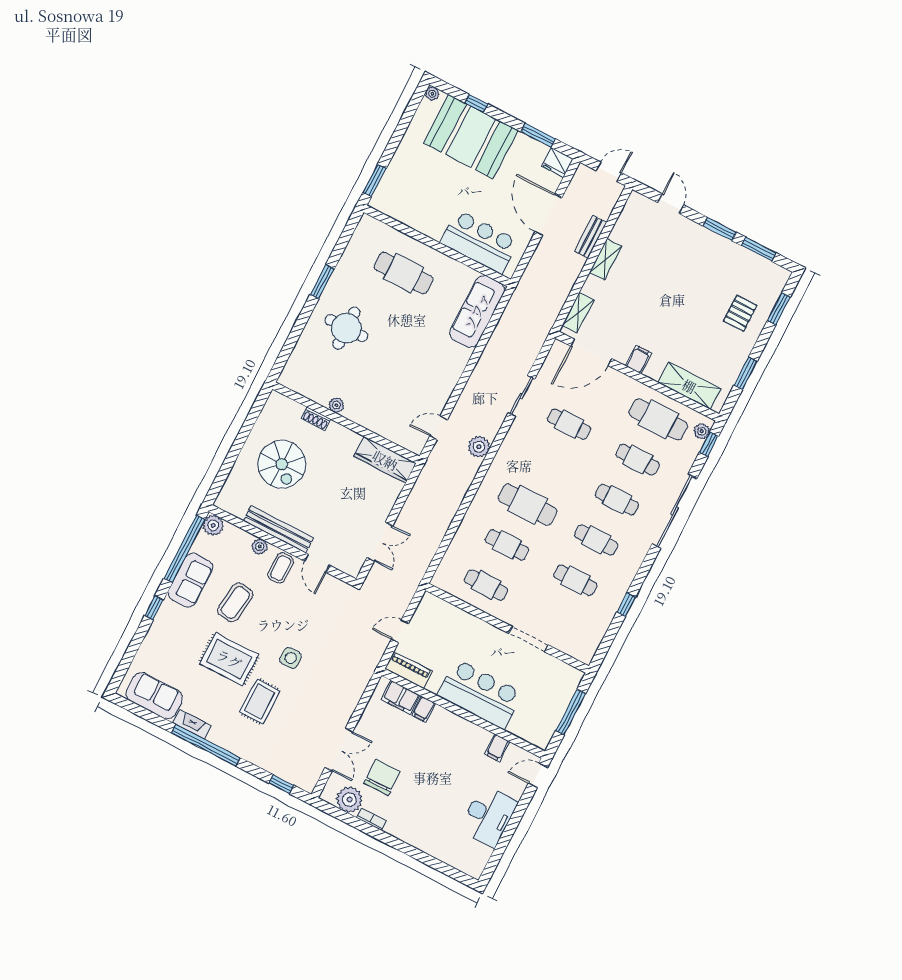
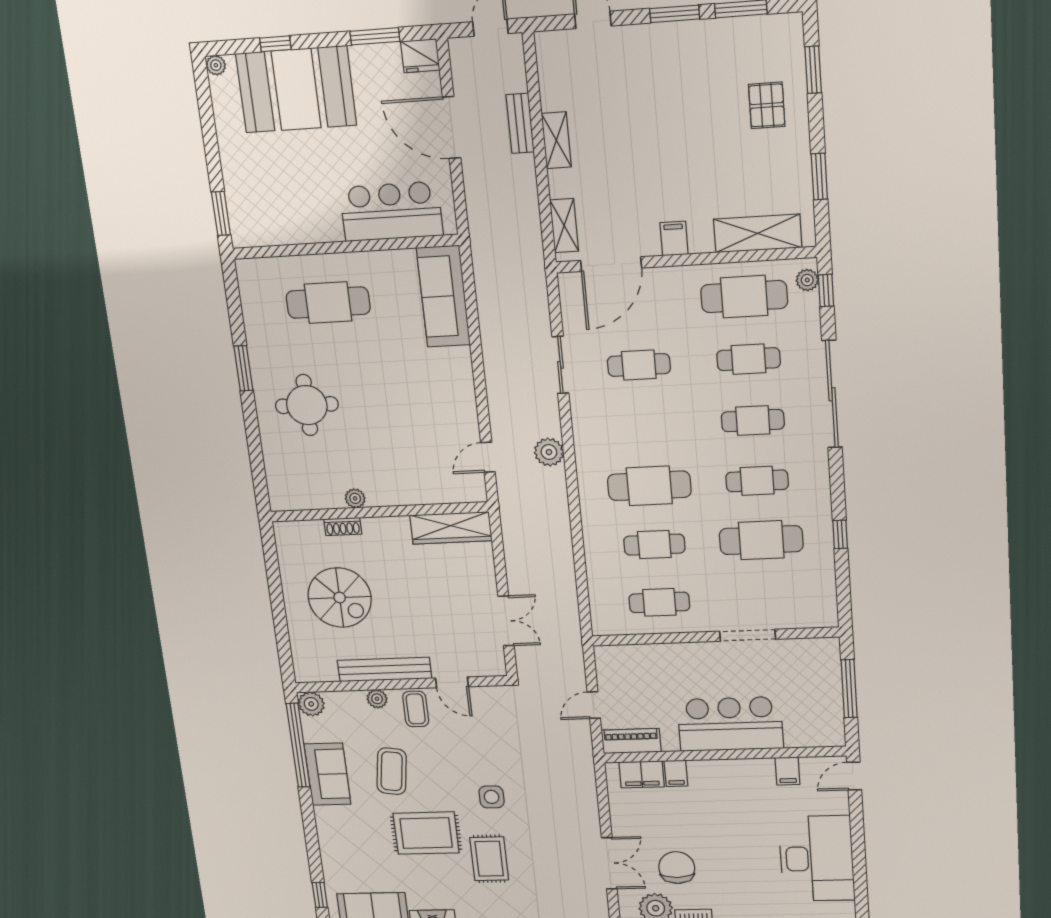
cafe table: (575, 580) -> (761, 540), width x1.37, depth x1.35
window: (154, 608) -> (320, 895), moved
desk: (489, 816) -> (817, 859), width x1.36, depth x1.30

